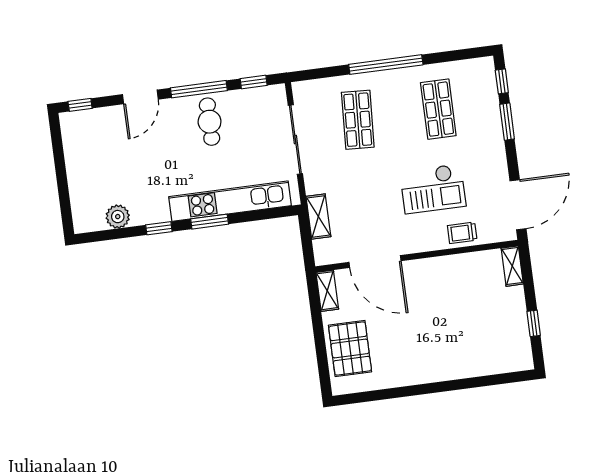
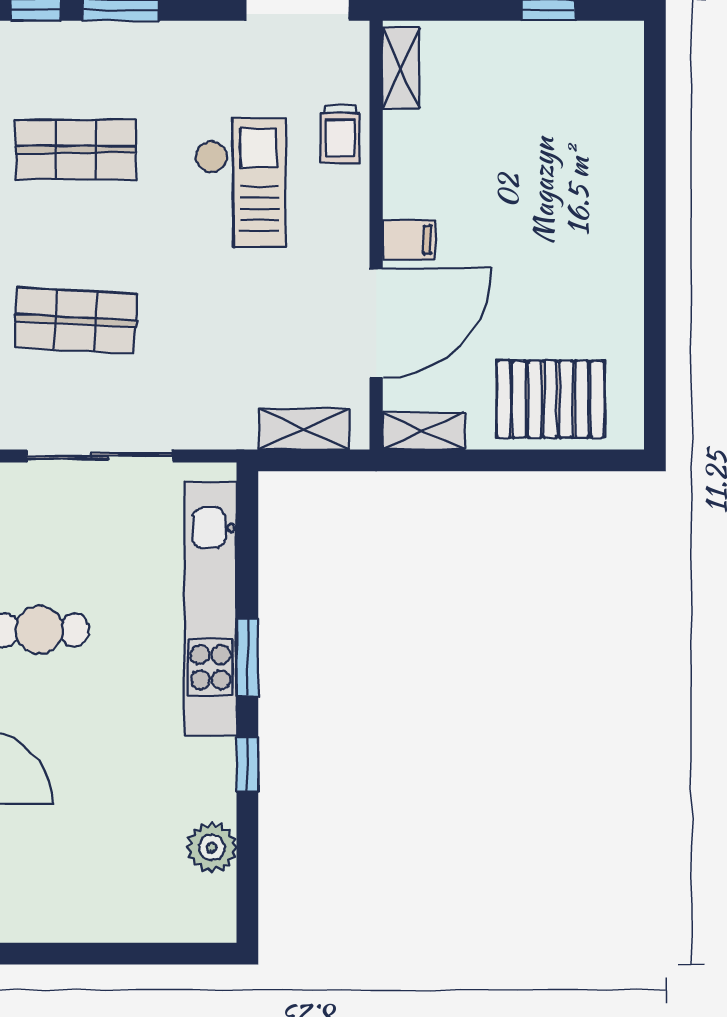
shelving: (318, 217) -> (304, 429), moved
shelving: (512, 266) -> (401, 68), moved, turned 90
filing cabinet: (417, 272) -> (409, 240), added

